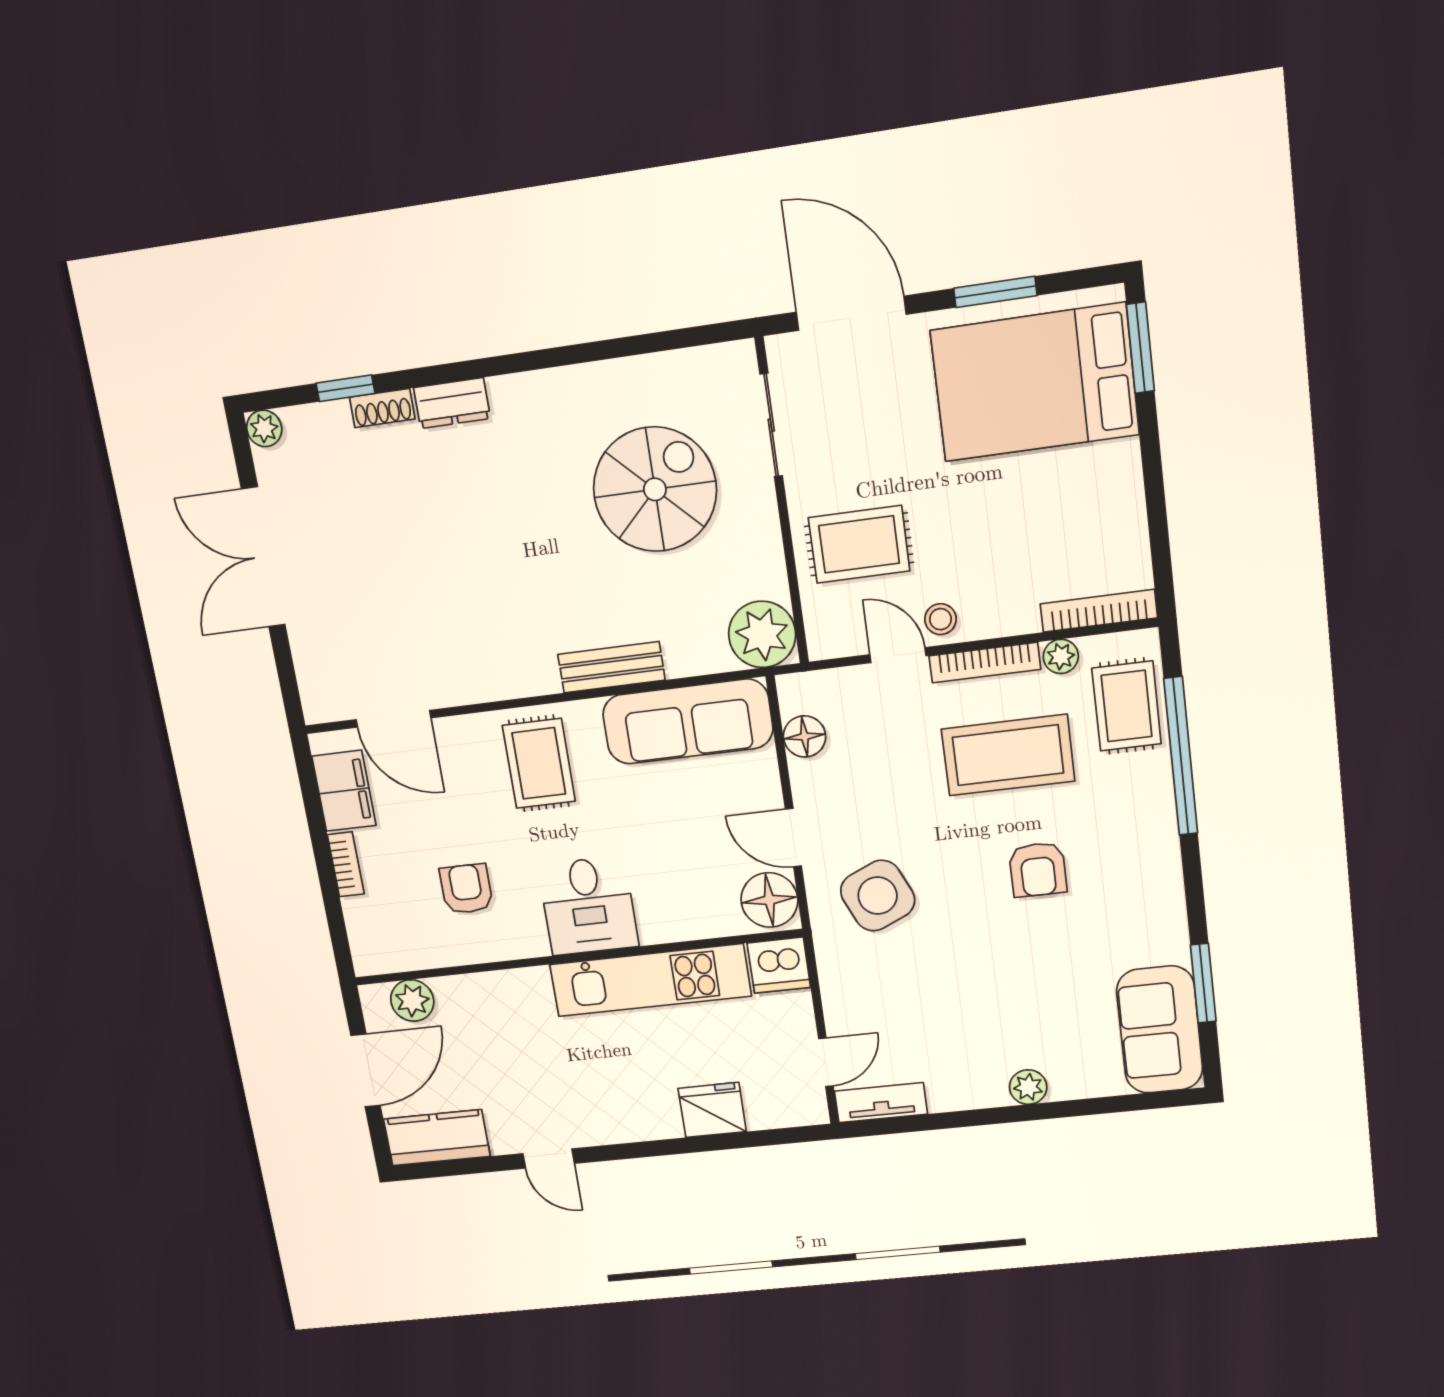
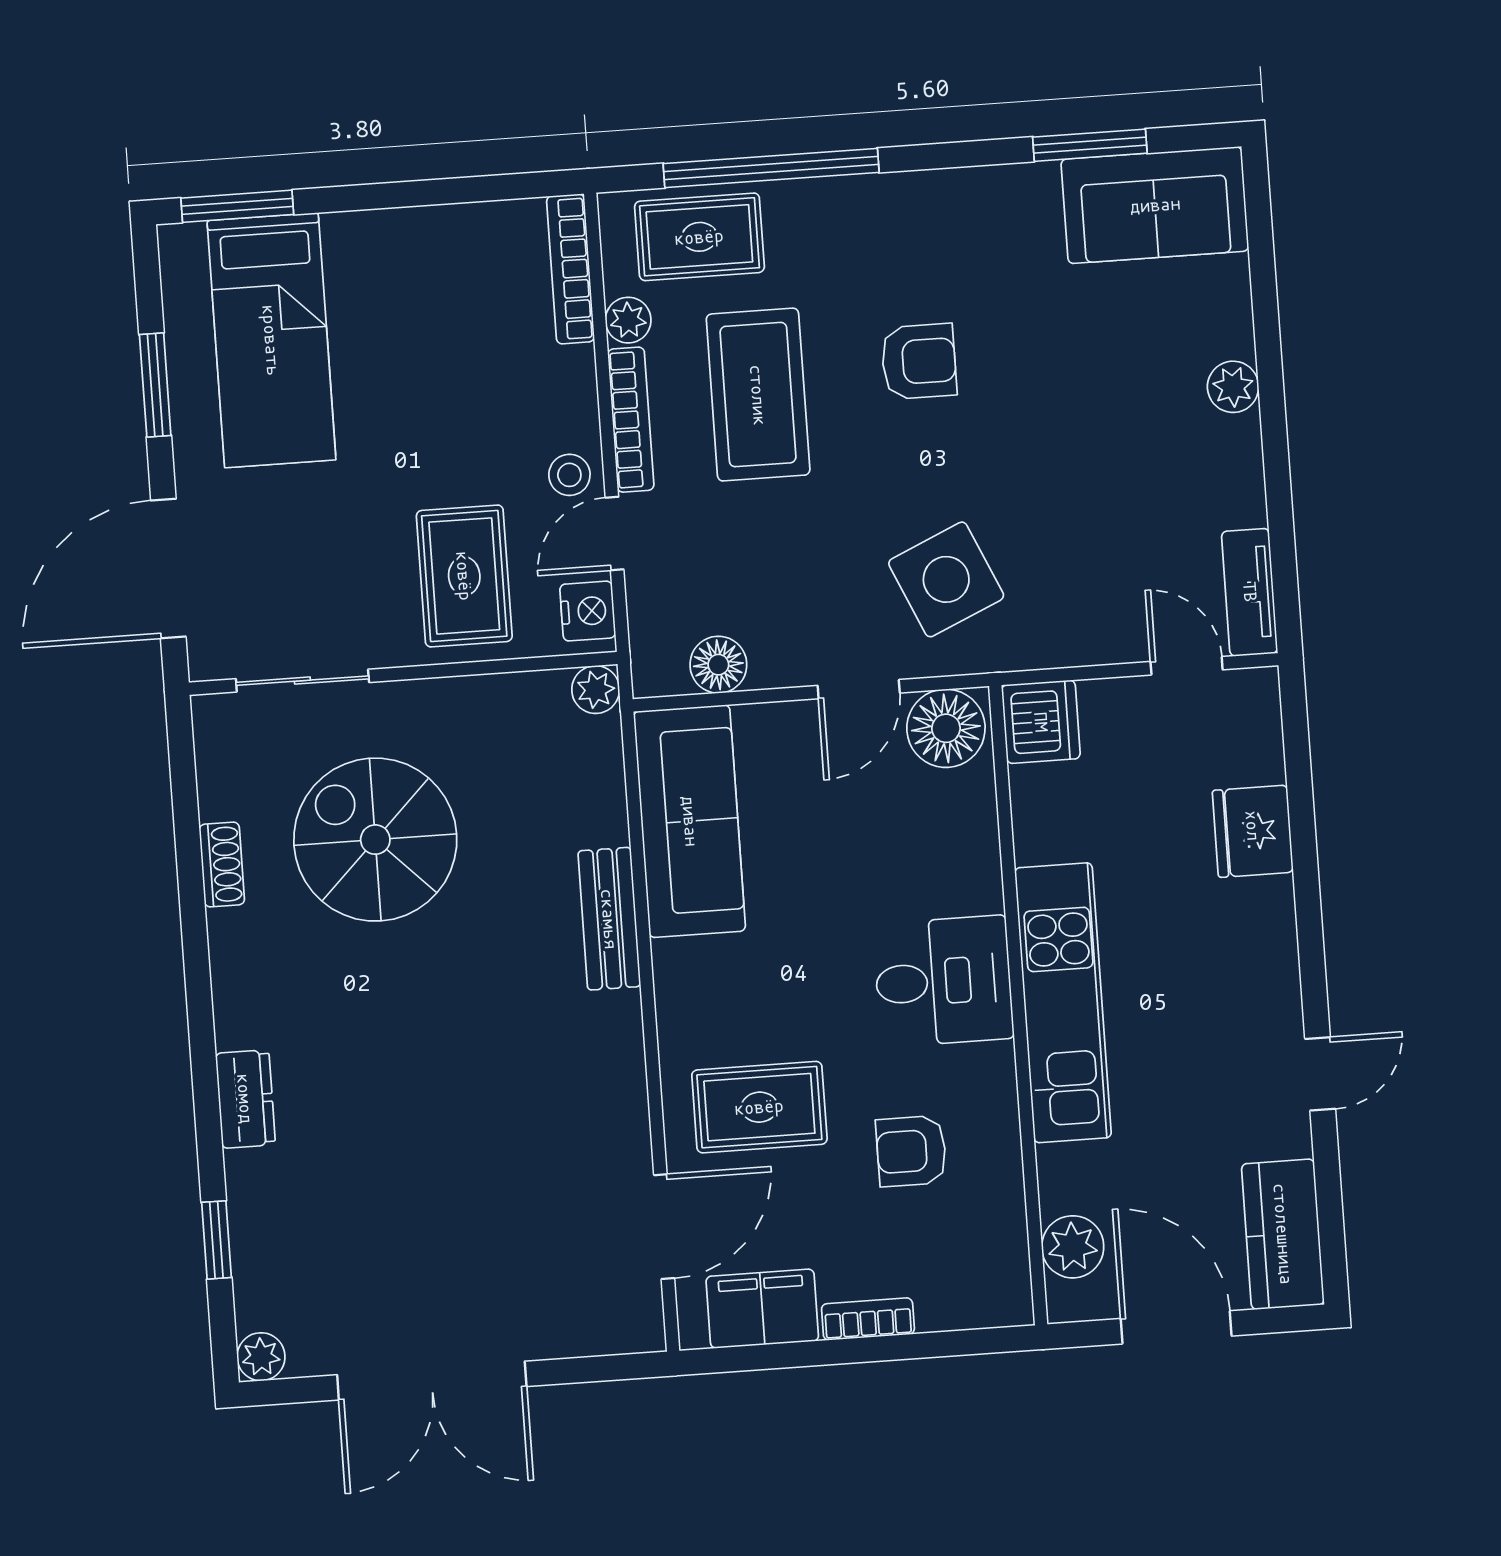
bed: (1035, 383) -> (271, 340), width x0.67
shoe rack: (382, 408) -> (222, 864), moved
plant: (762, 634) -> (596, 690), width x0.53, depth x0.53
nightstand: (838, 639) -> (588, 611), added
rug: (539, 763) -> (759, 1107), moved
kitchen unit: (650, 980) -> (1063, 1003), moved

